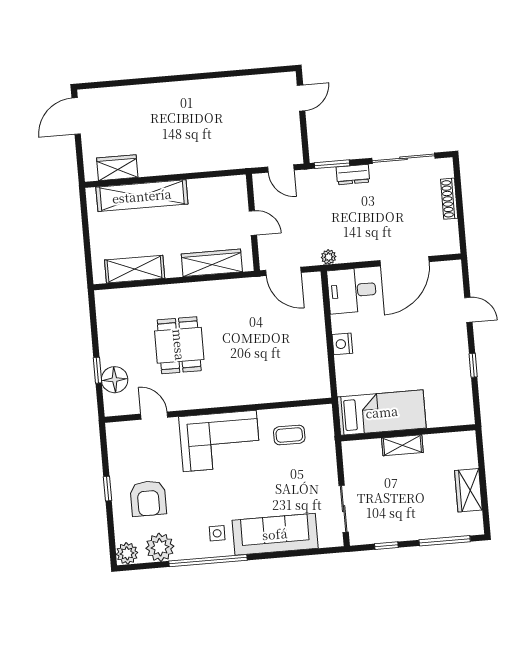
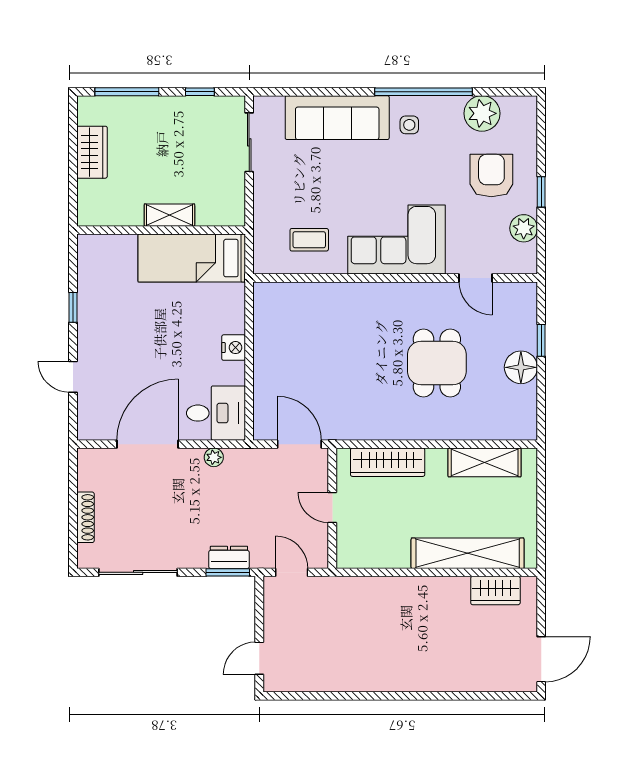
dresser: (353, 175) -> (229, 557), moved
plant: (329, 257) -> (214, 457), moved
floor lamp: (115, 380) -> (521, 367), moved
plant: (127, 553) -> (524, 228), moved

